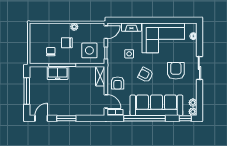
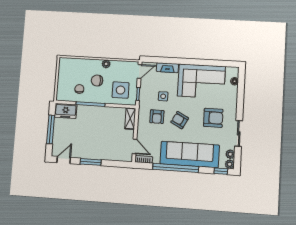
sliding door: (199, 68) -> (239, 133), moved
armchair: (176, 71) -> (213, 118), turned 90
freezer: (58, 73) -> (66, 111), moved
armchair: (118, 83) -> (157, 117), moved

